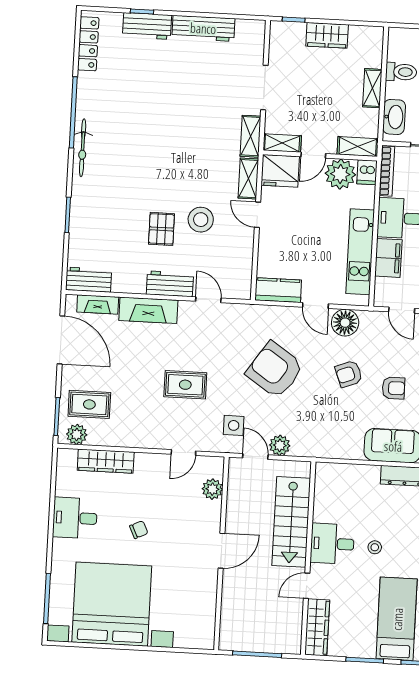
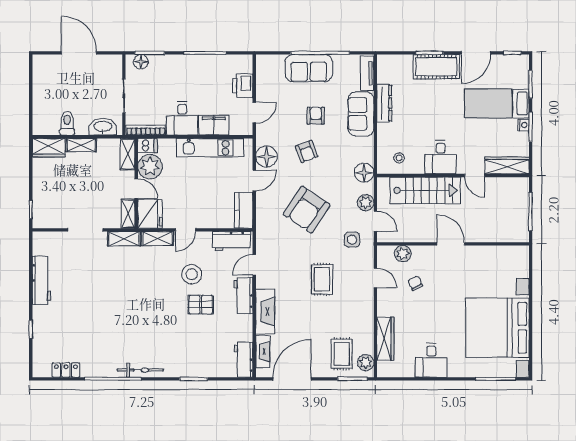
workbench: (147, 26) -> (231, 241), moved, turned 90
wardrobe: (327, 35) -> (49, 148), moved, turned 90
locker: (88, 44) -> (66, 370), width x0.66
floor lamp: (318, 446) -> (364, 173), added
door: (255, 456) -> (375, 221), swing flipped
chair: (139, 530) -> (415, 283), moved
stool: (375, 547) -> (399, 158), moved
nightstand: (367, 651) -> (523, 125), added

